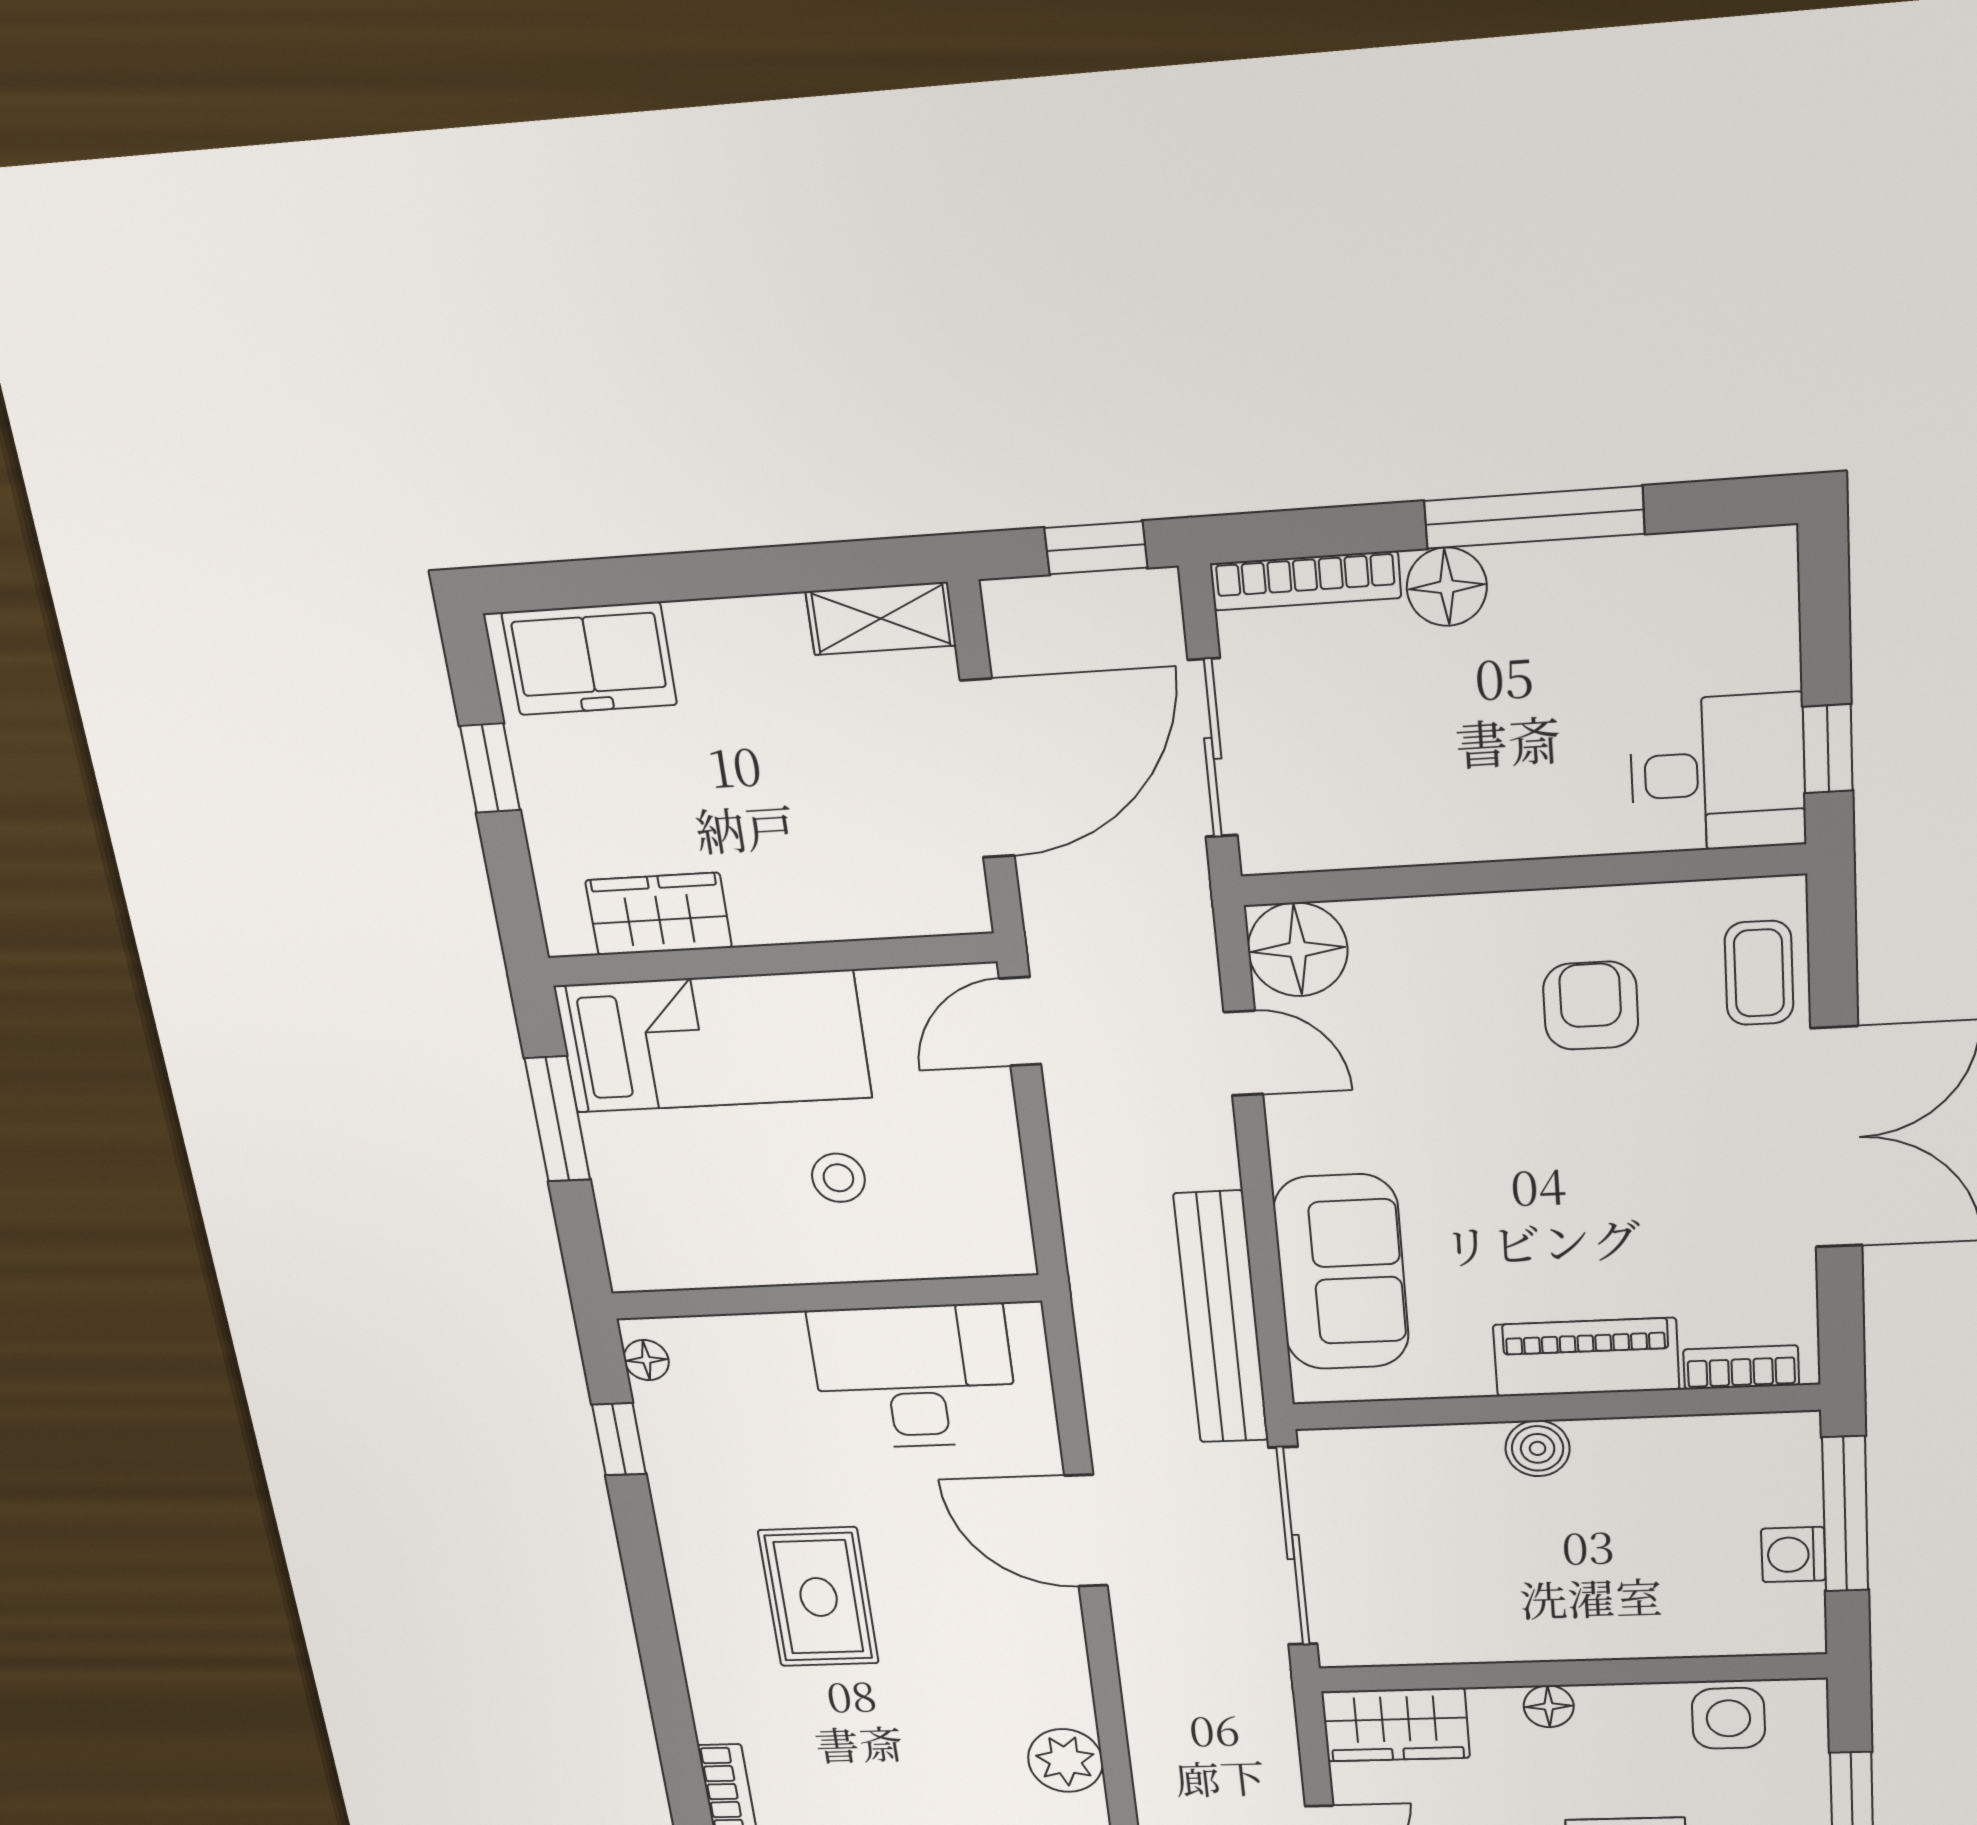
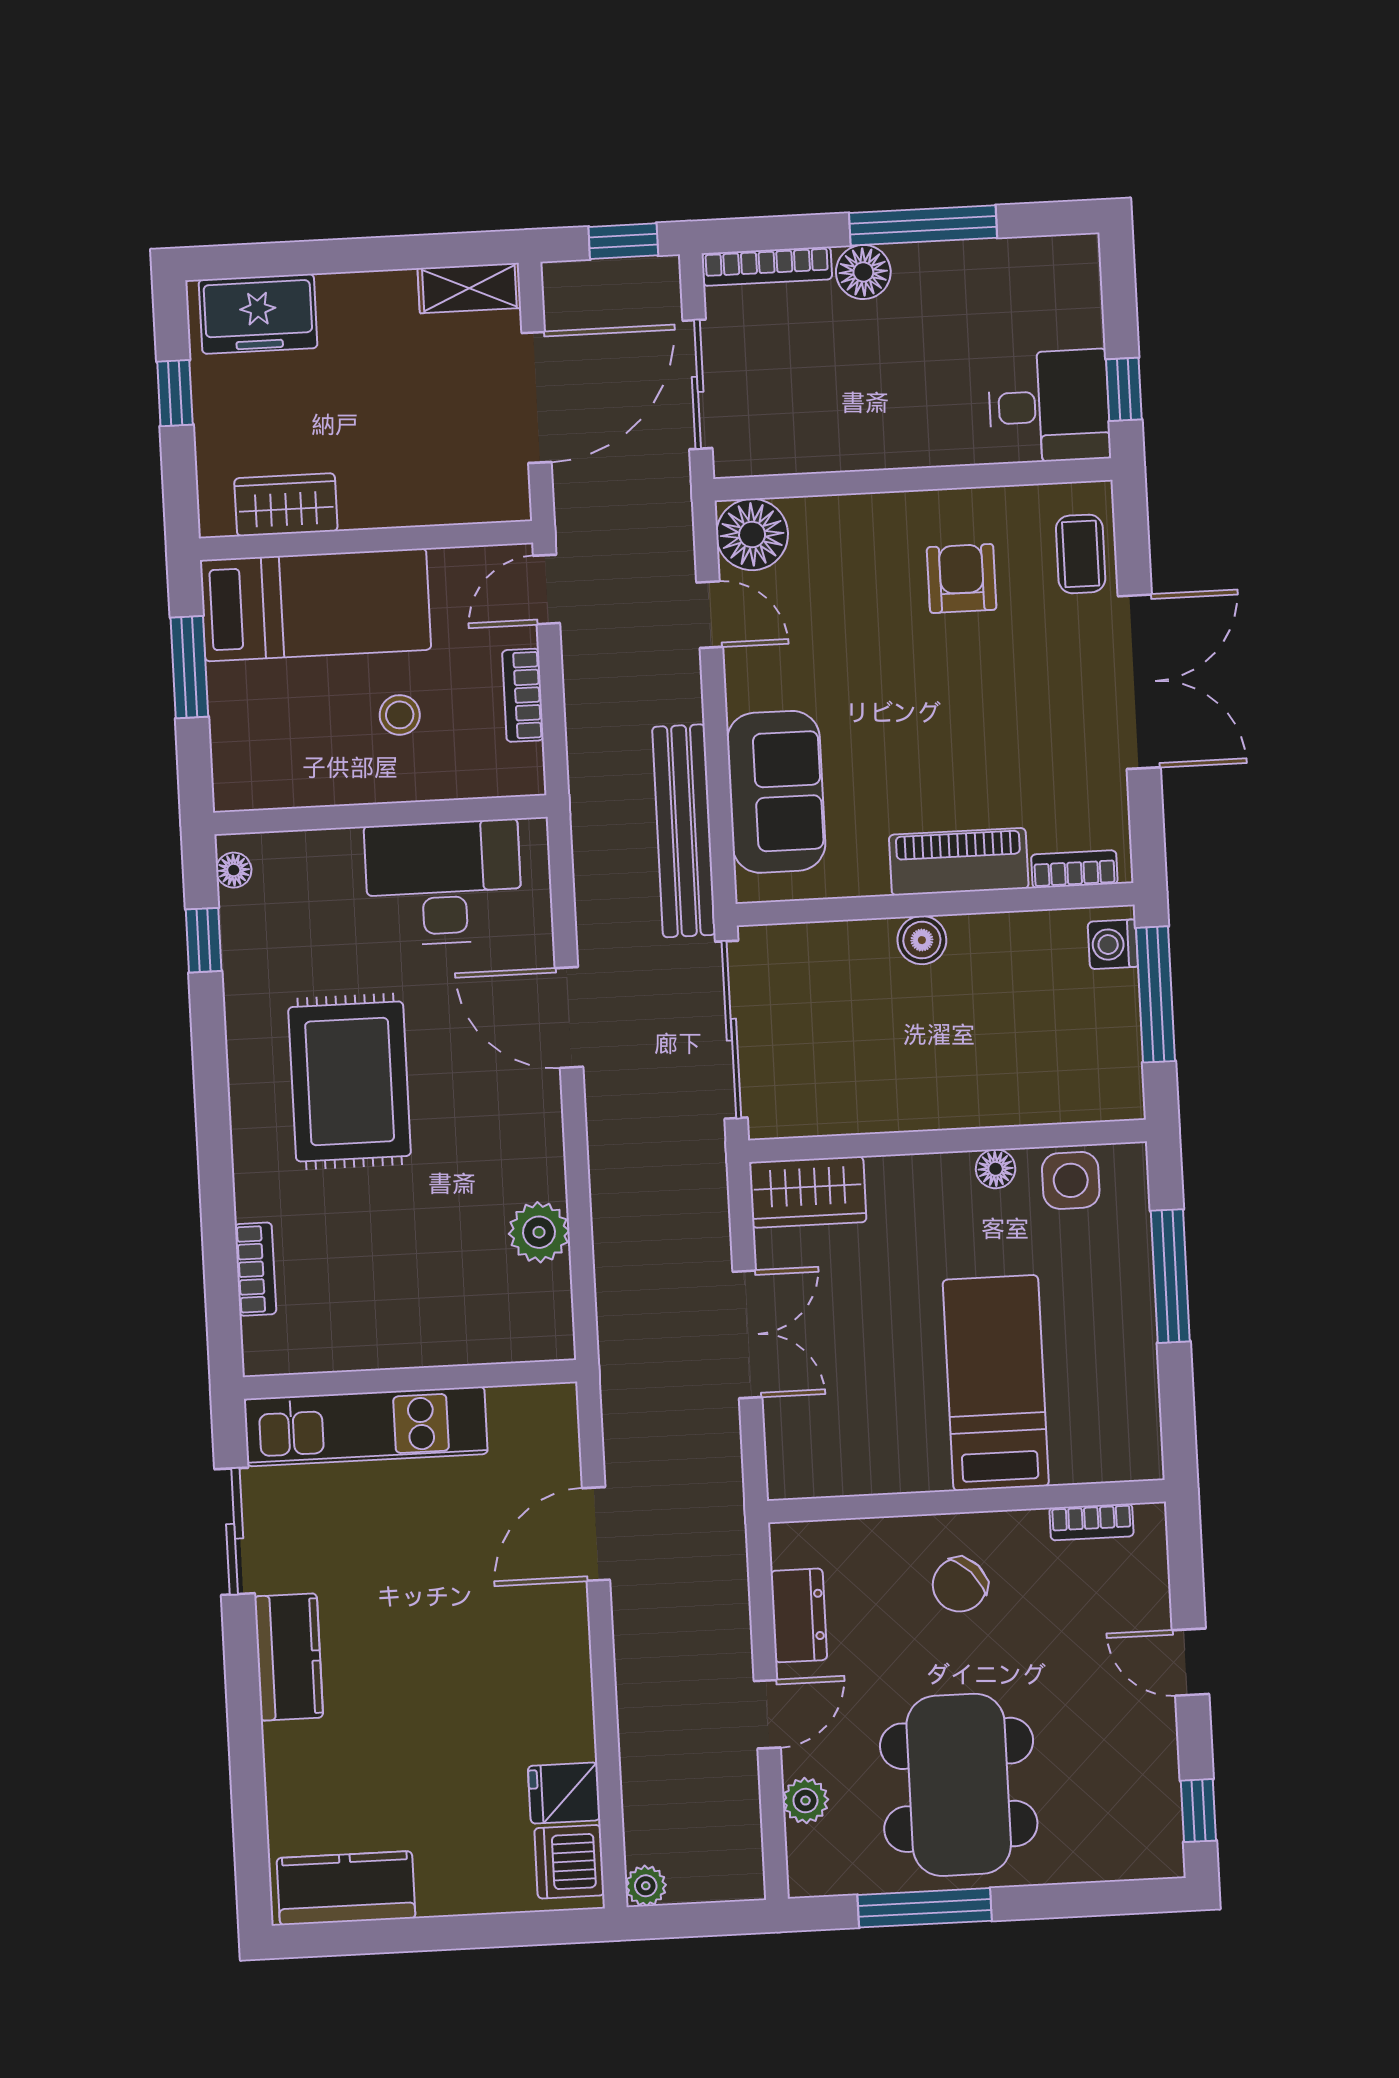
bookcase: (998, 1154) -> (523, 695), added
washing machine: (1793, 1555) -> (1113, 944), moved
rug: (819, 1597) -> (350, 1081), width x1.36, depth x1.43
floor lamp: (1549, 1706) -> (996, 1169), moved

